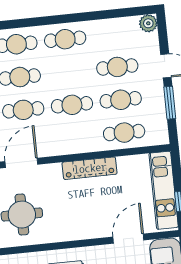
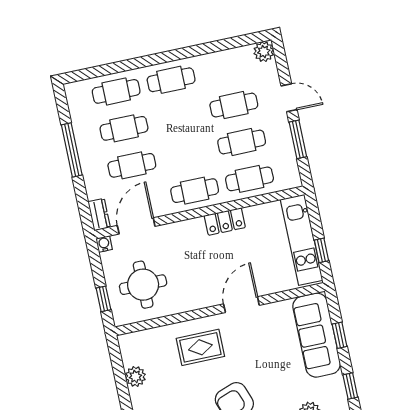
cafe table: (72, 105) -> (195, 191), moved
locker: (90, 168) -> (225, 222), width x0.66
door: (128, 239) -> (241, 305), moved

